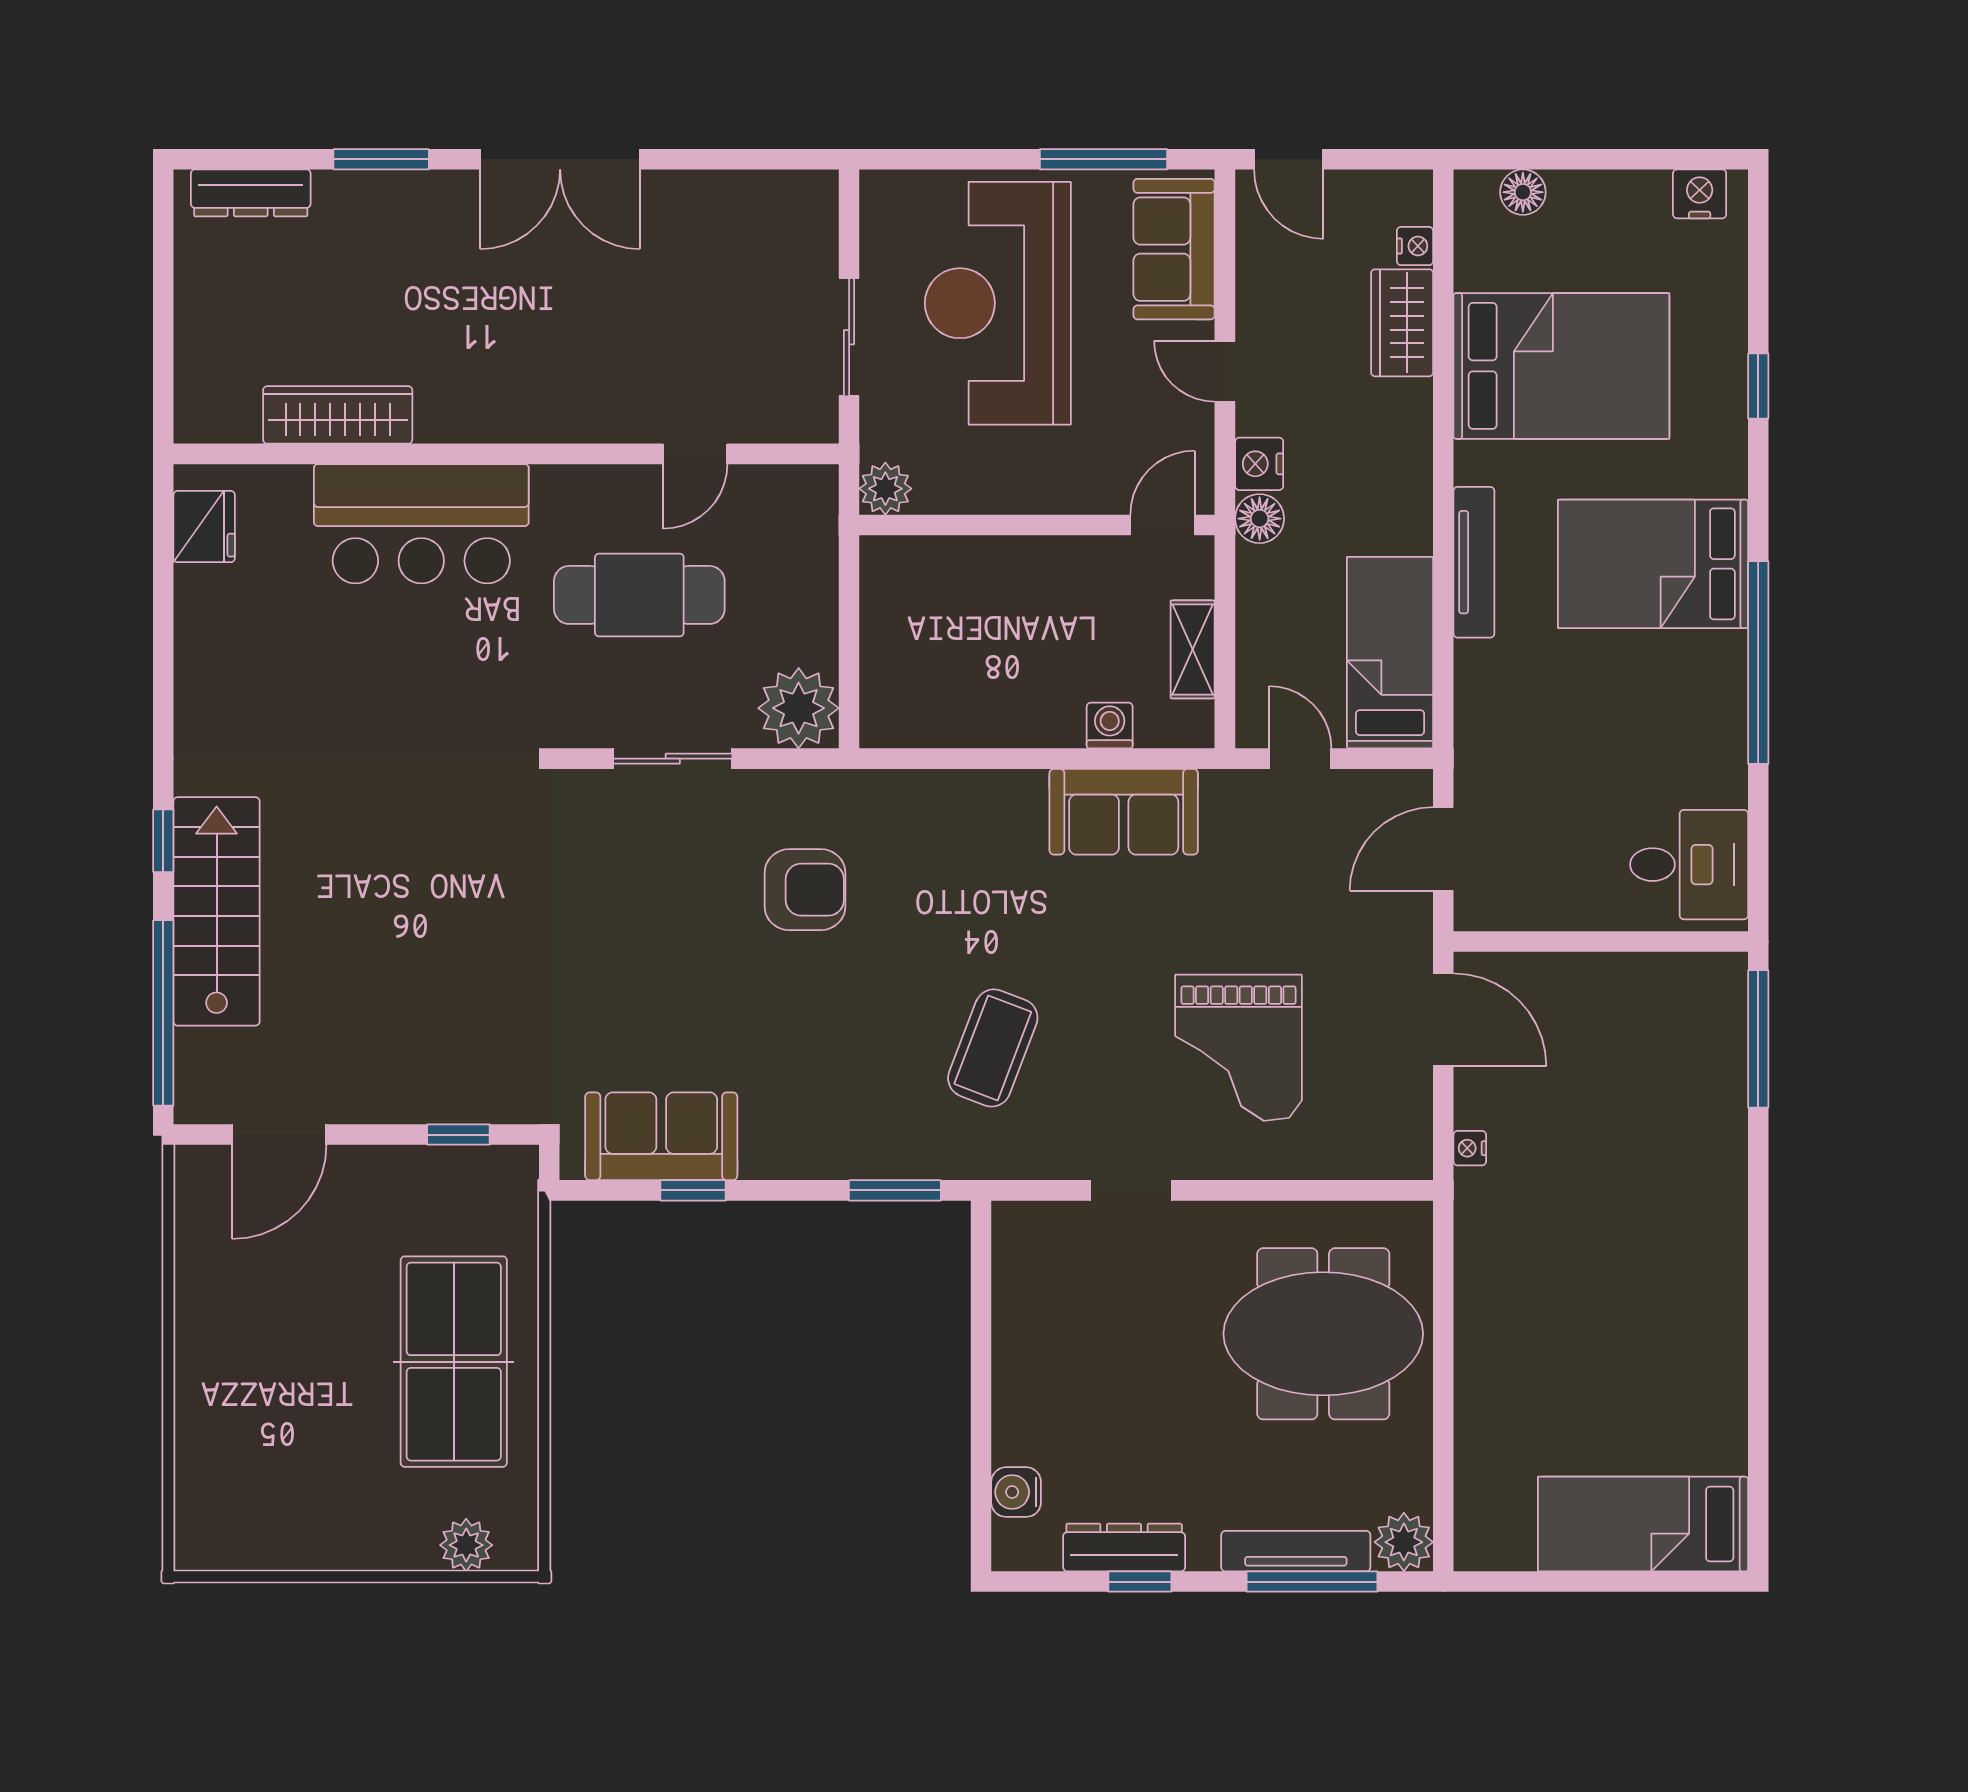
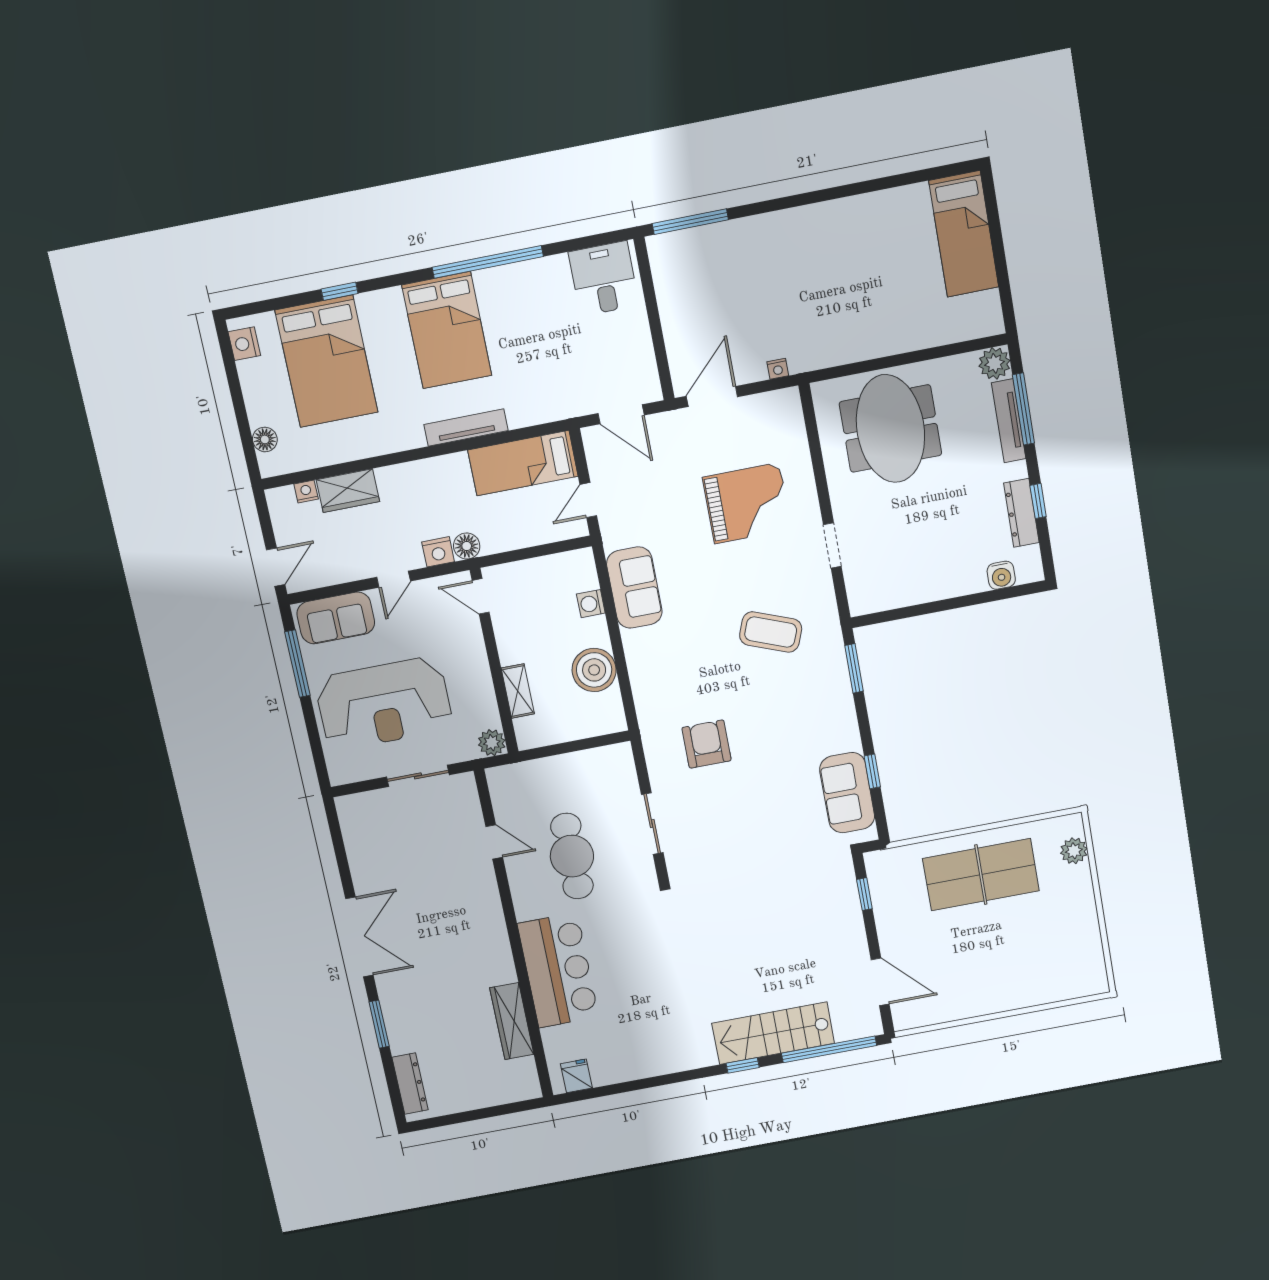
bed: (1561, 366) -> (326, 361), moved, turned 180
fridge: (204, 527) -> (576, 1076), width x0.72
shelving: (1193, 649) -> (518, 691), moved, turned 90
boiler: (985, 707) -> (594, 670), added
plant: (799, 708) -> (614, 765), removed

